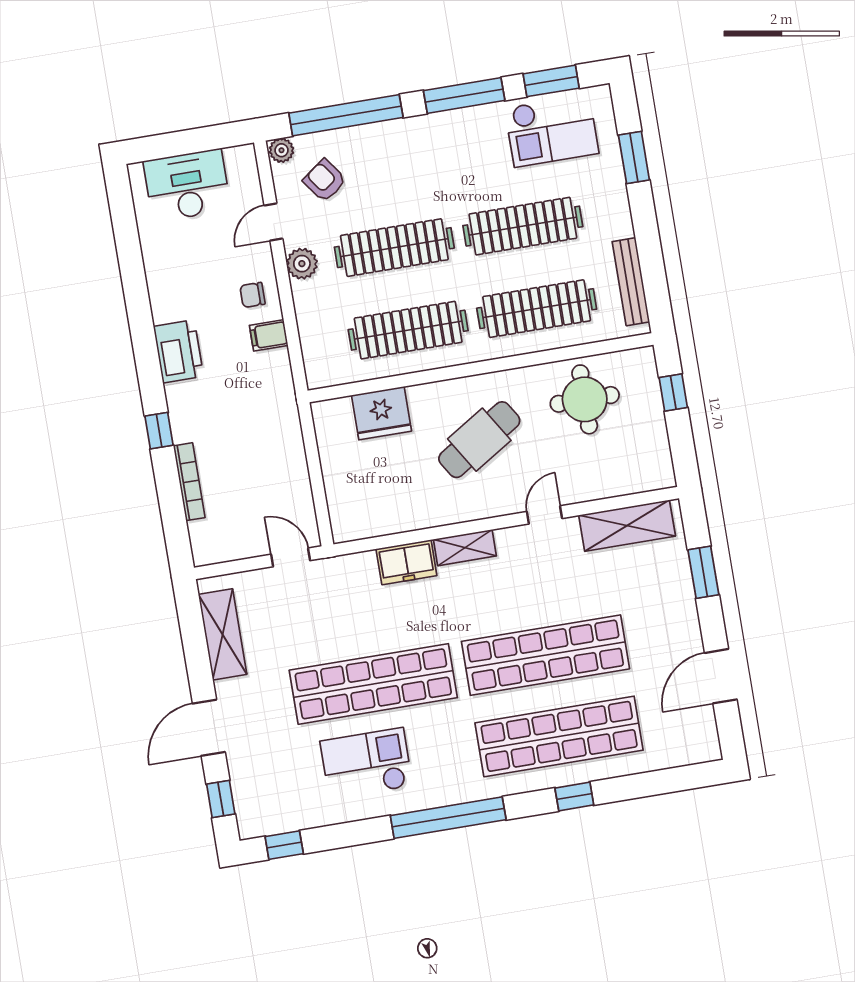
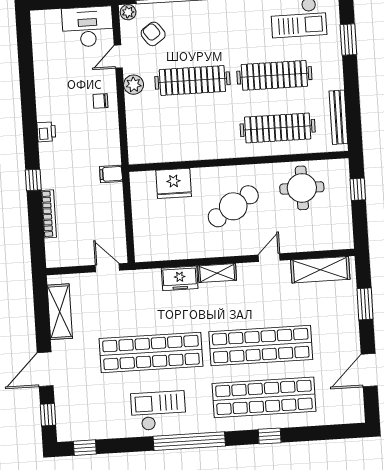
desk: (187, 185) -> (88, 27), moved
clothes rail: (408, 330) -> (196, 133), removed
filing cabinet: (269, 335) -> (111, 174), moved
printer: (179, 351) -> (46, 132), width x0.53, depth x0.68
checkout: (366, 764) -> (158, 411), moved

